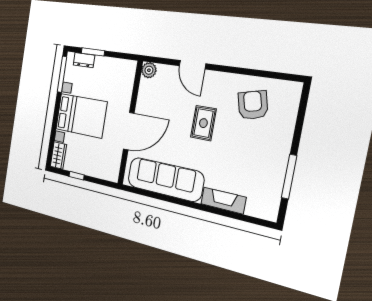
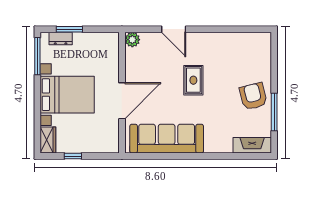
armchair: (253, 105) -> (253, 96), moved
fireplace: (223, 201) -> (252, 145), moved

